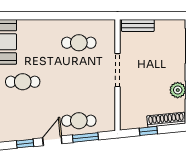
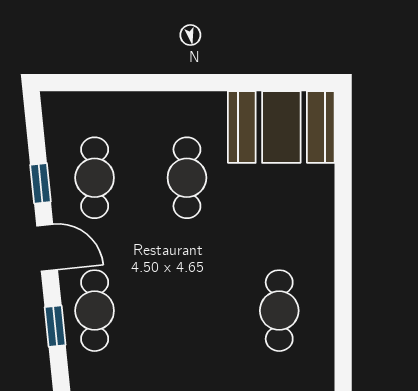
cafe table: (23, 121) -> (95, 178), added
window: (85, 137) -> (55, 326), width x0.67

